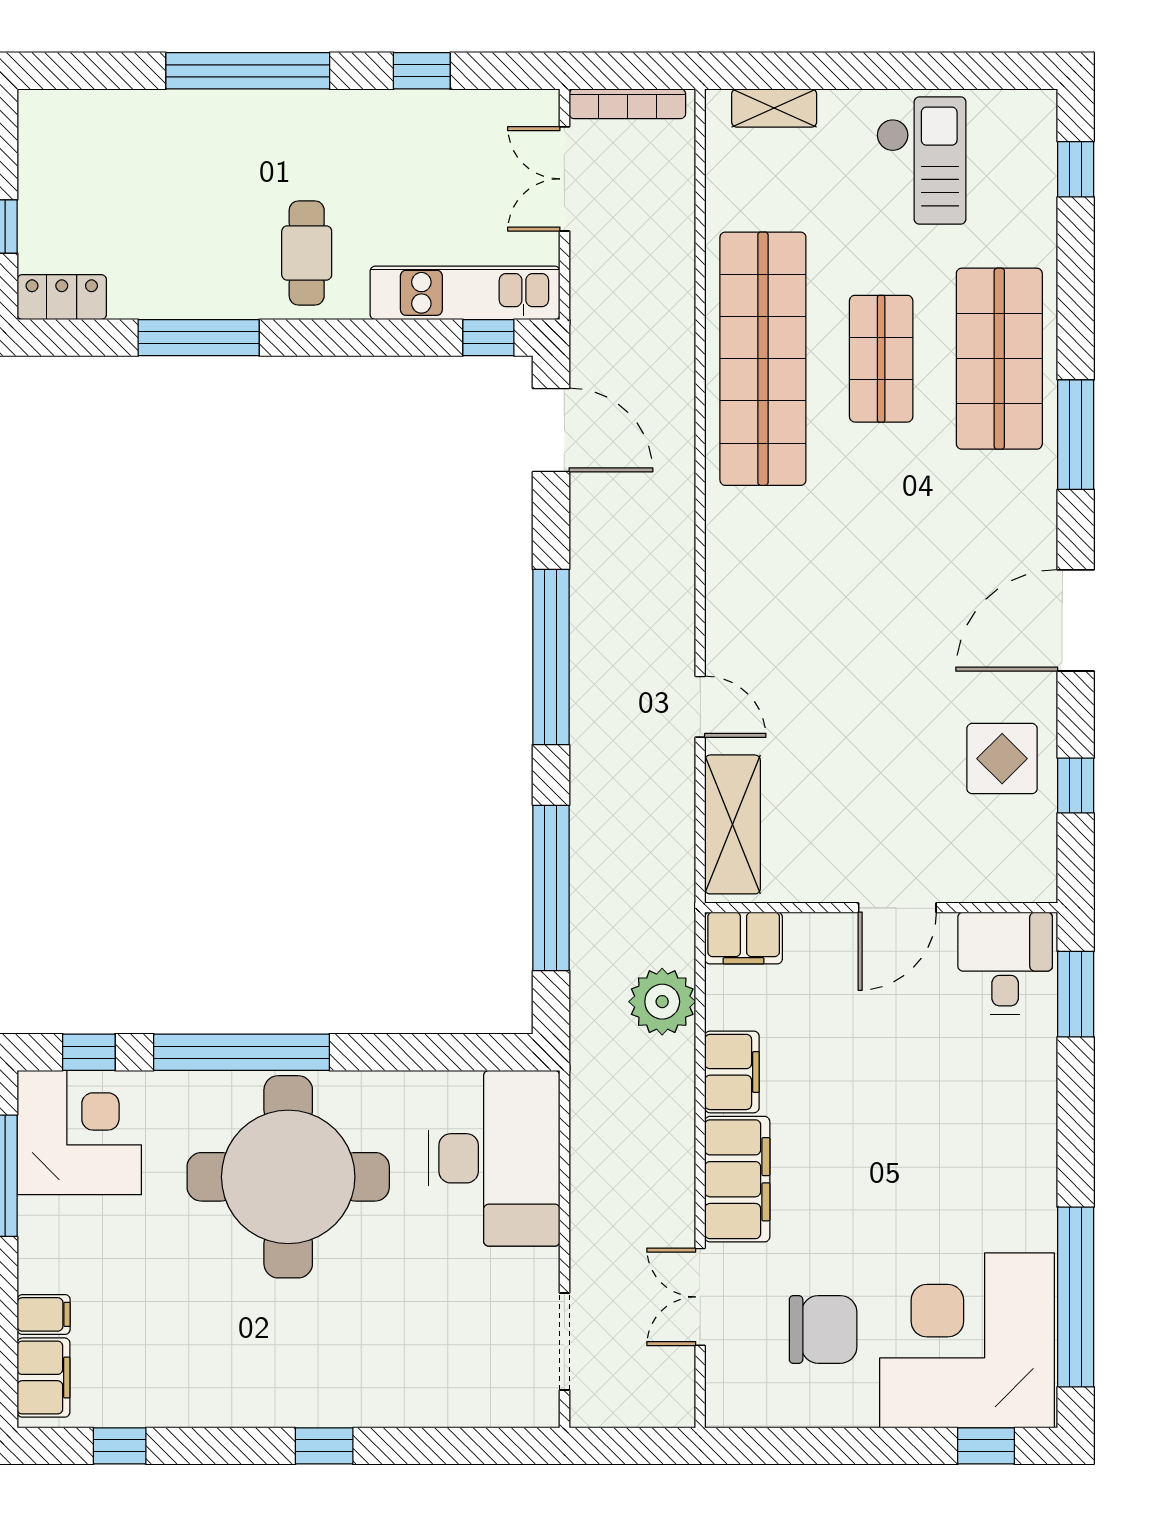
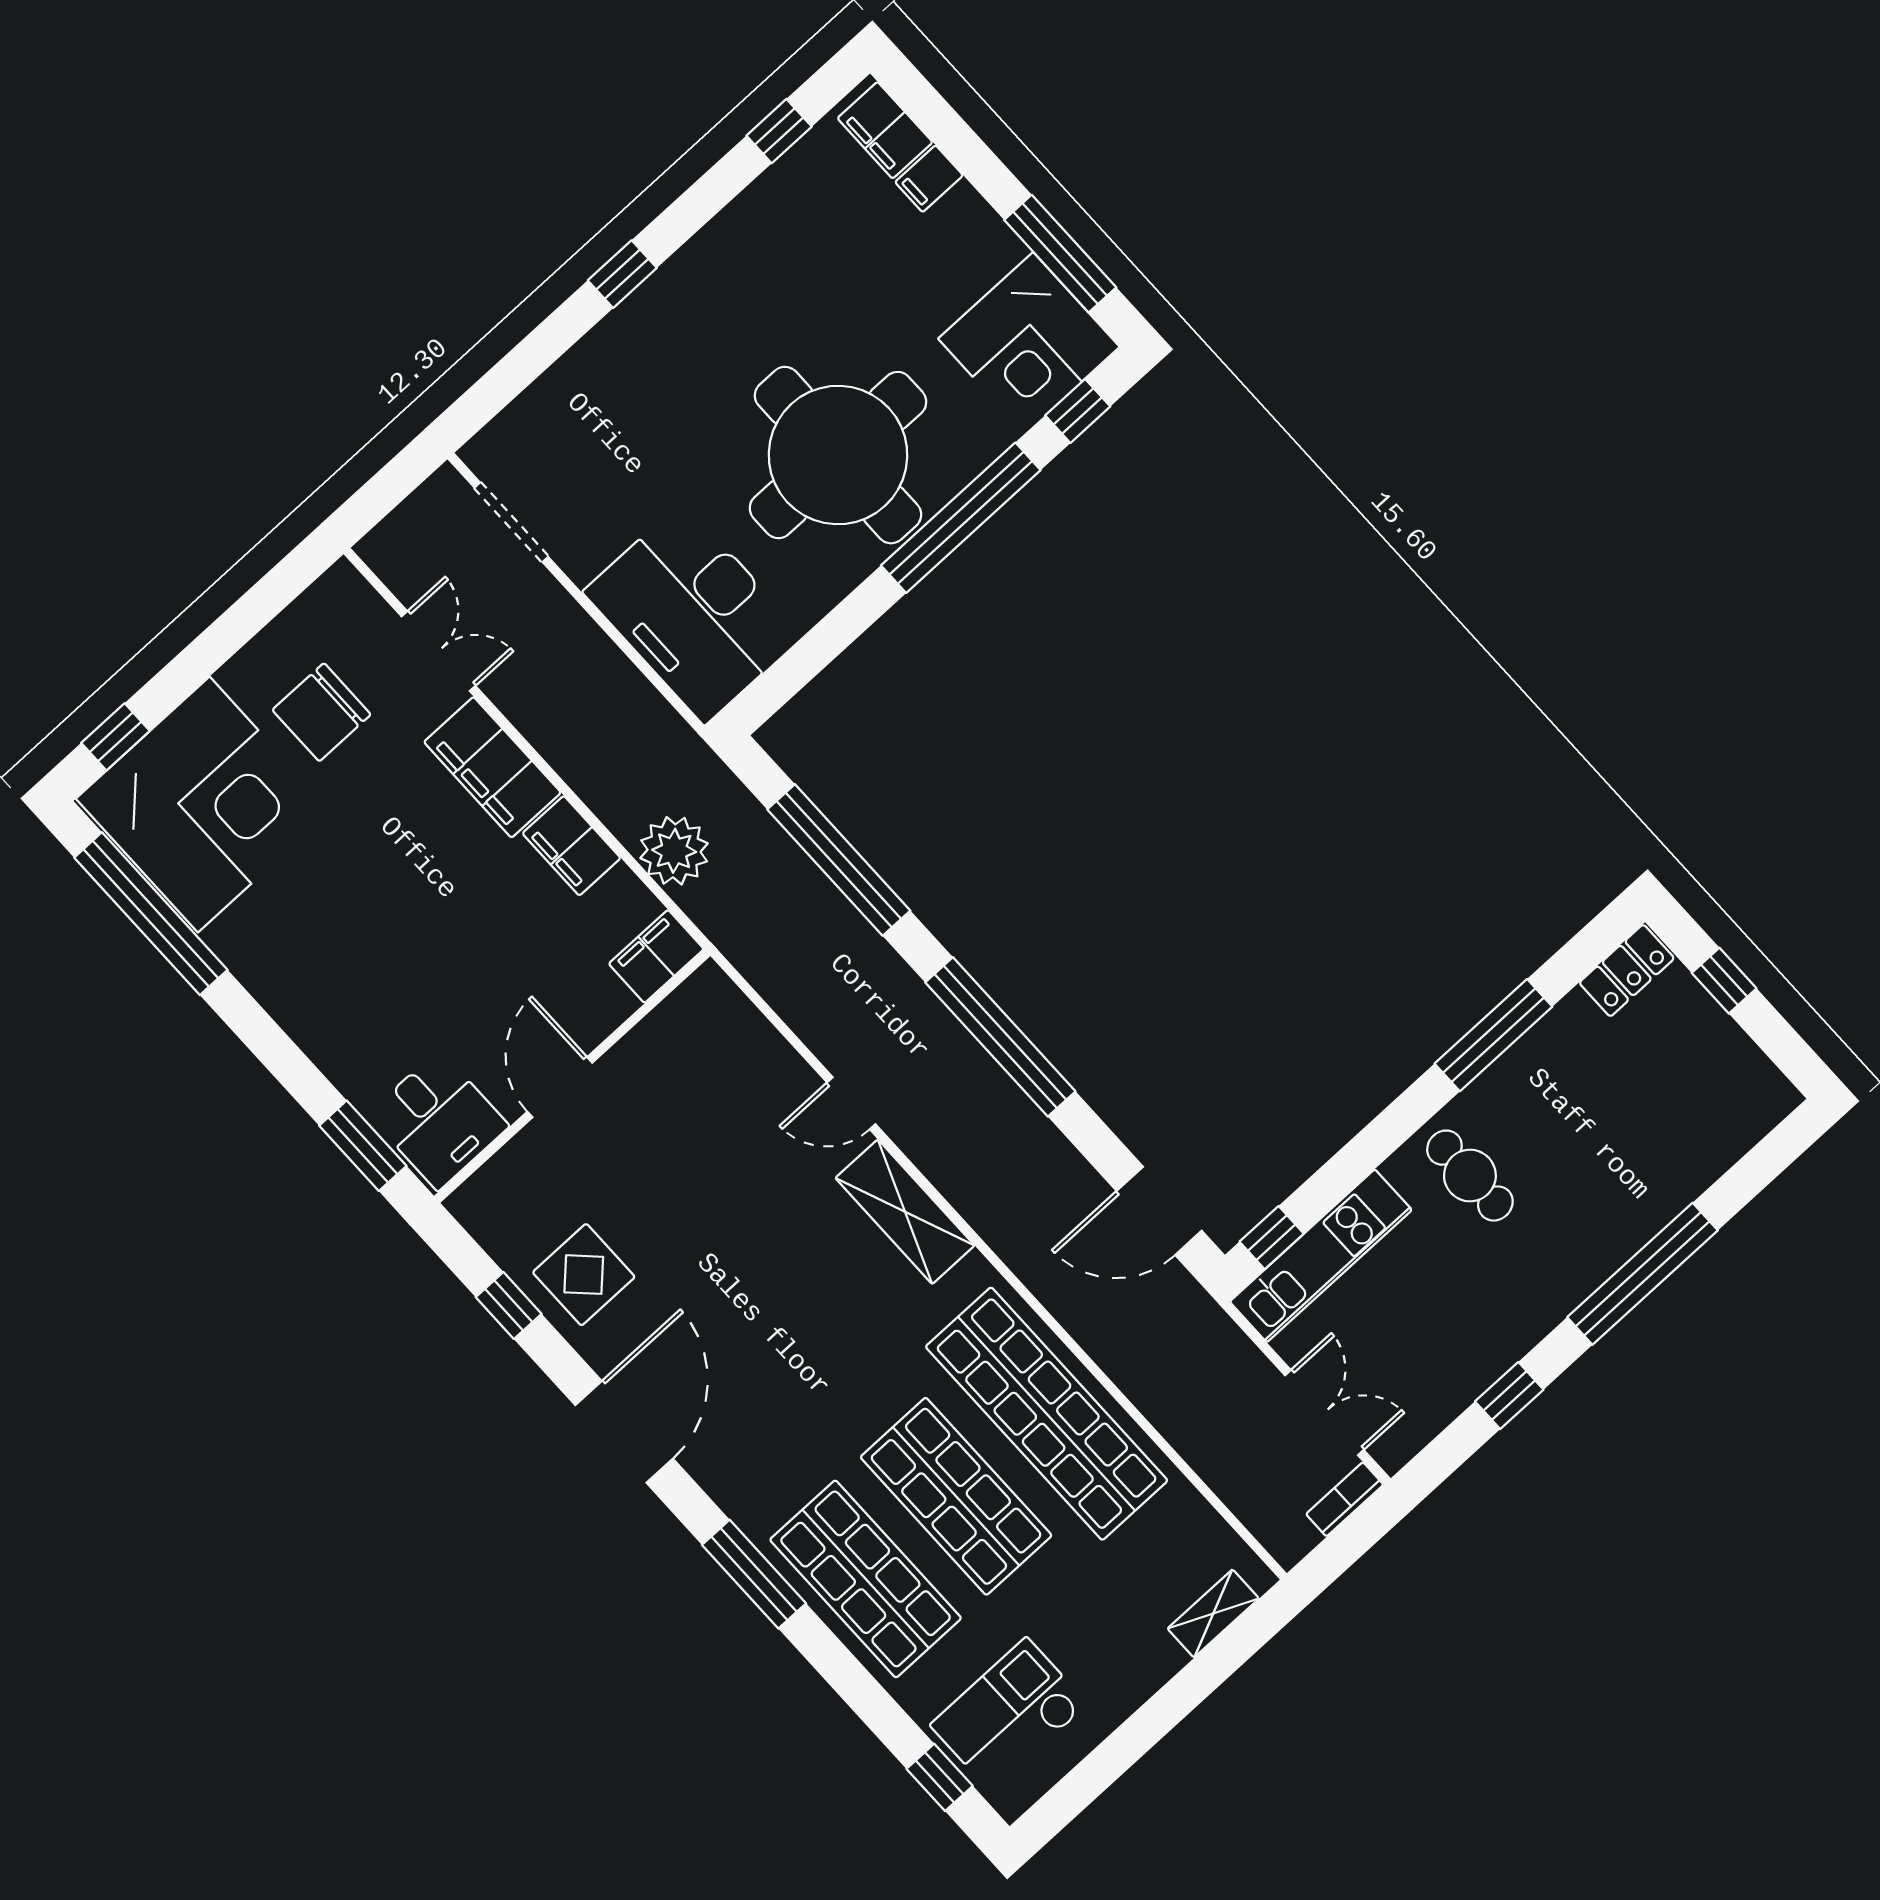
bookcase: (627, 104) -> (1345, 1499), width x0.64
checkout: (921, 161) -> (1009, 1715), moved, turned 90
shop shelf: (881, 359) -> (956, 1496), width x1.43, depth x1.36
shelving: (732, 824) -> (905, 1212), moved

